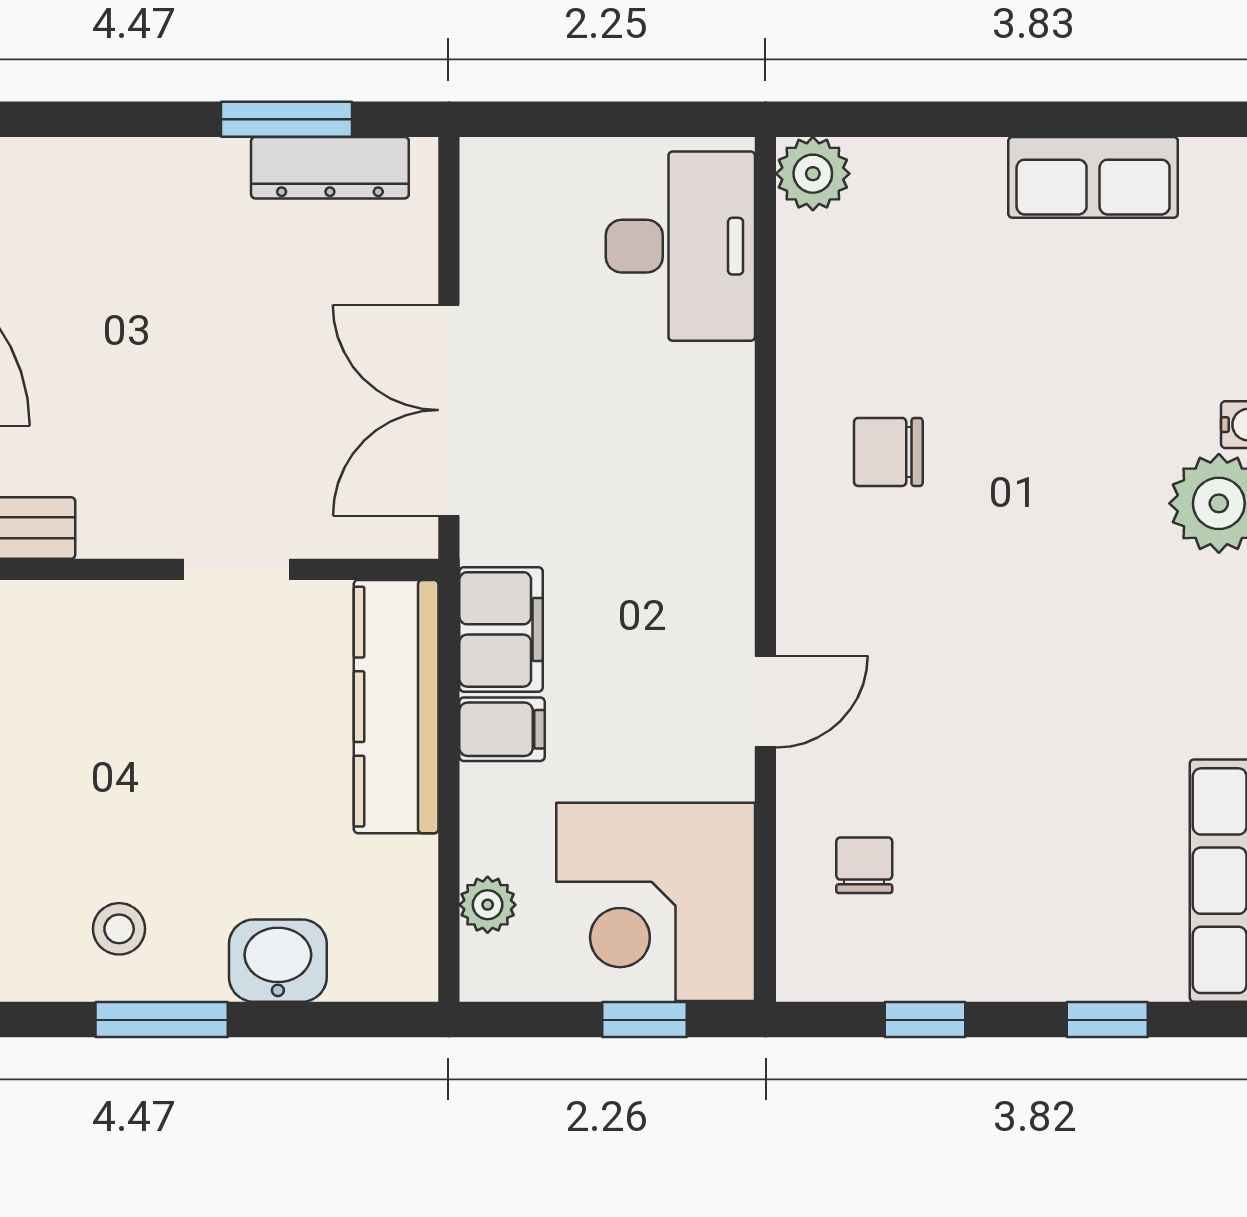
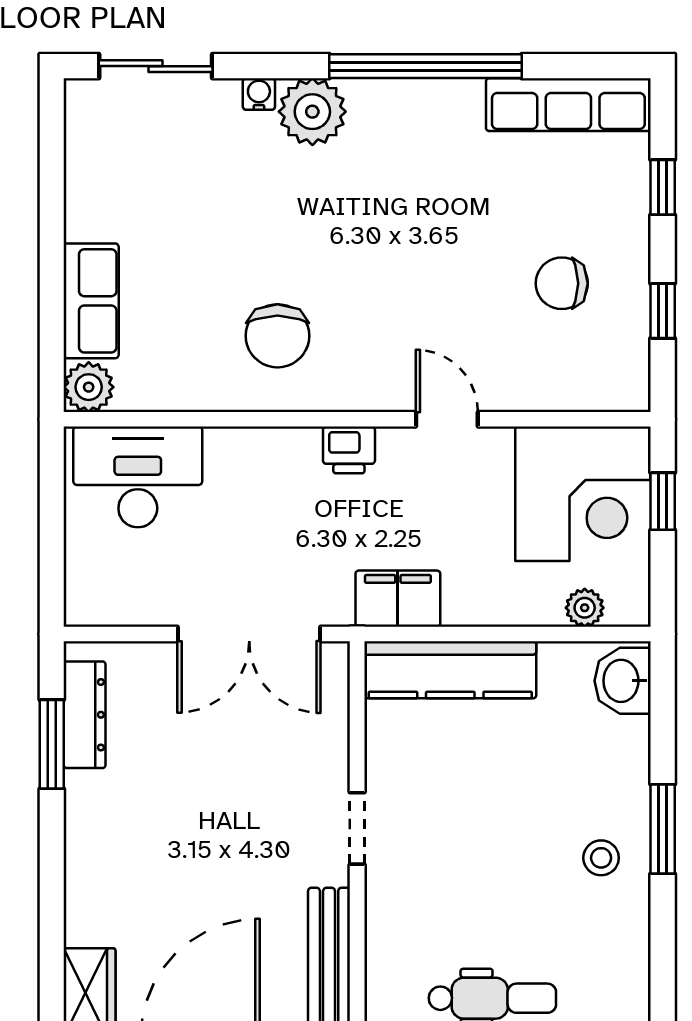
row of seats: (1093, 177) -> (91, 301), moved
chair: (888, 452) -> (277, 336), width x1.37, depth x1.37
printer: (720, 557) -> (349, 450), added
doorway: (236, 569) -> (357, 828), moved
filing cabinet: (502, 729) -> (466, 598), removed
chair: (864, 865) -> (562, 283), moved, width x1.37, depth x1.37
washbasin: (278, 961) -> (623, 681), moved

